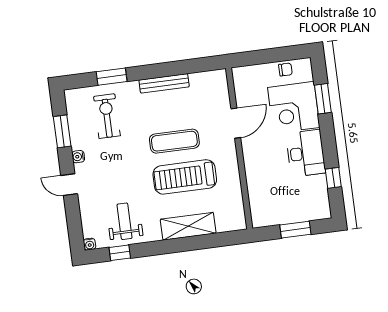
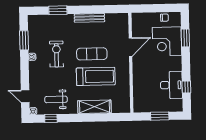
exercise bike: (107, 116) -> (56, 54), moved
desk: (306, 153) -> (171, 85), moved
treadmill: (185, 177) -> (96, 76), turned 180
door: (69, 185) -> (25, 96), moved
weight bench: (125, 221) -> (56, 99), turned -90

